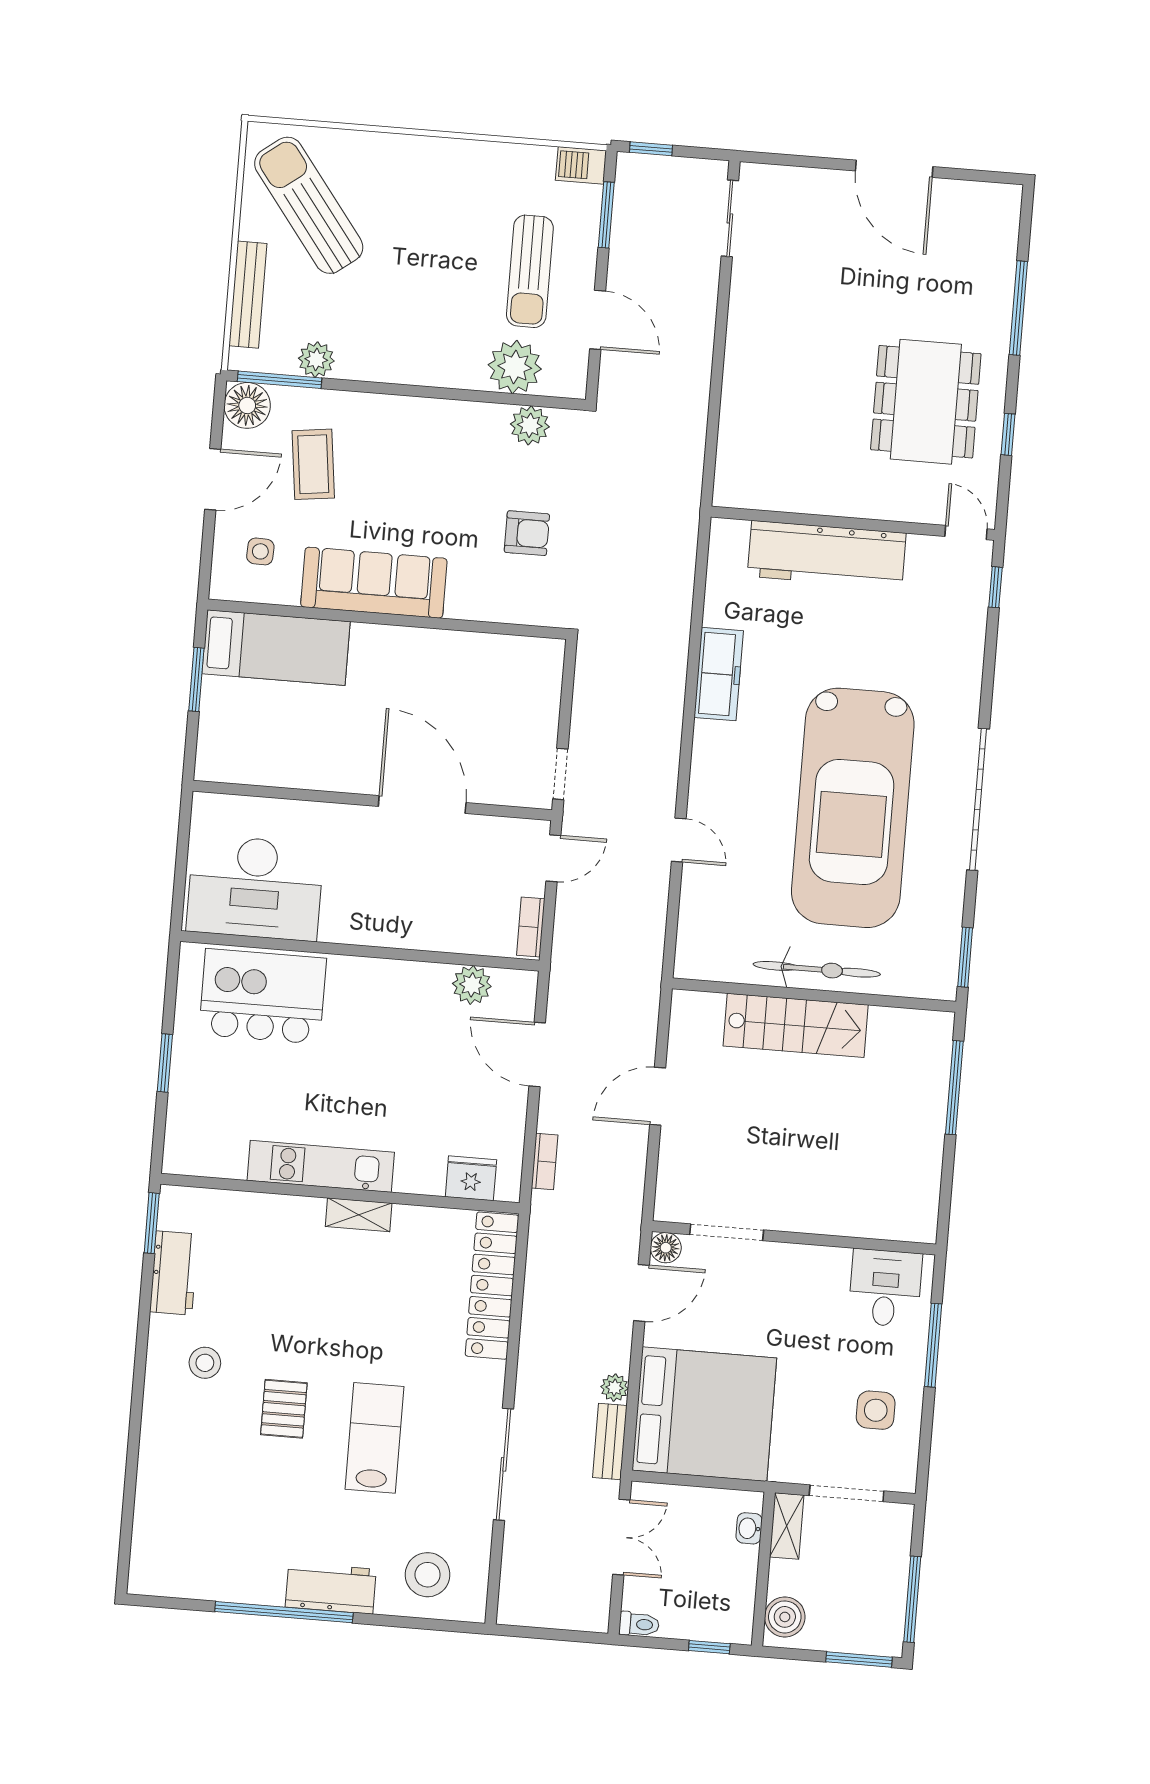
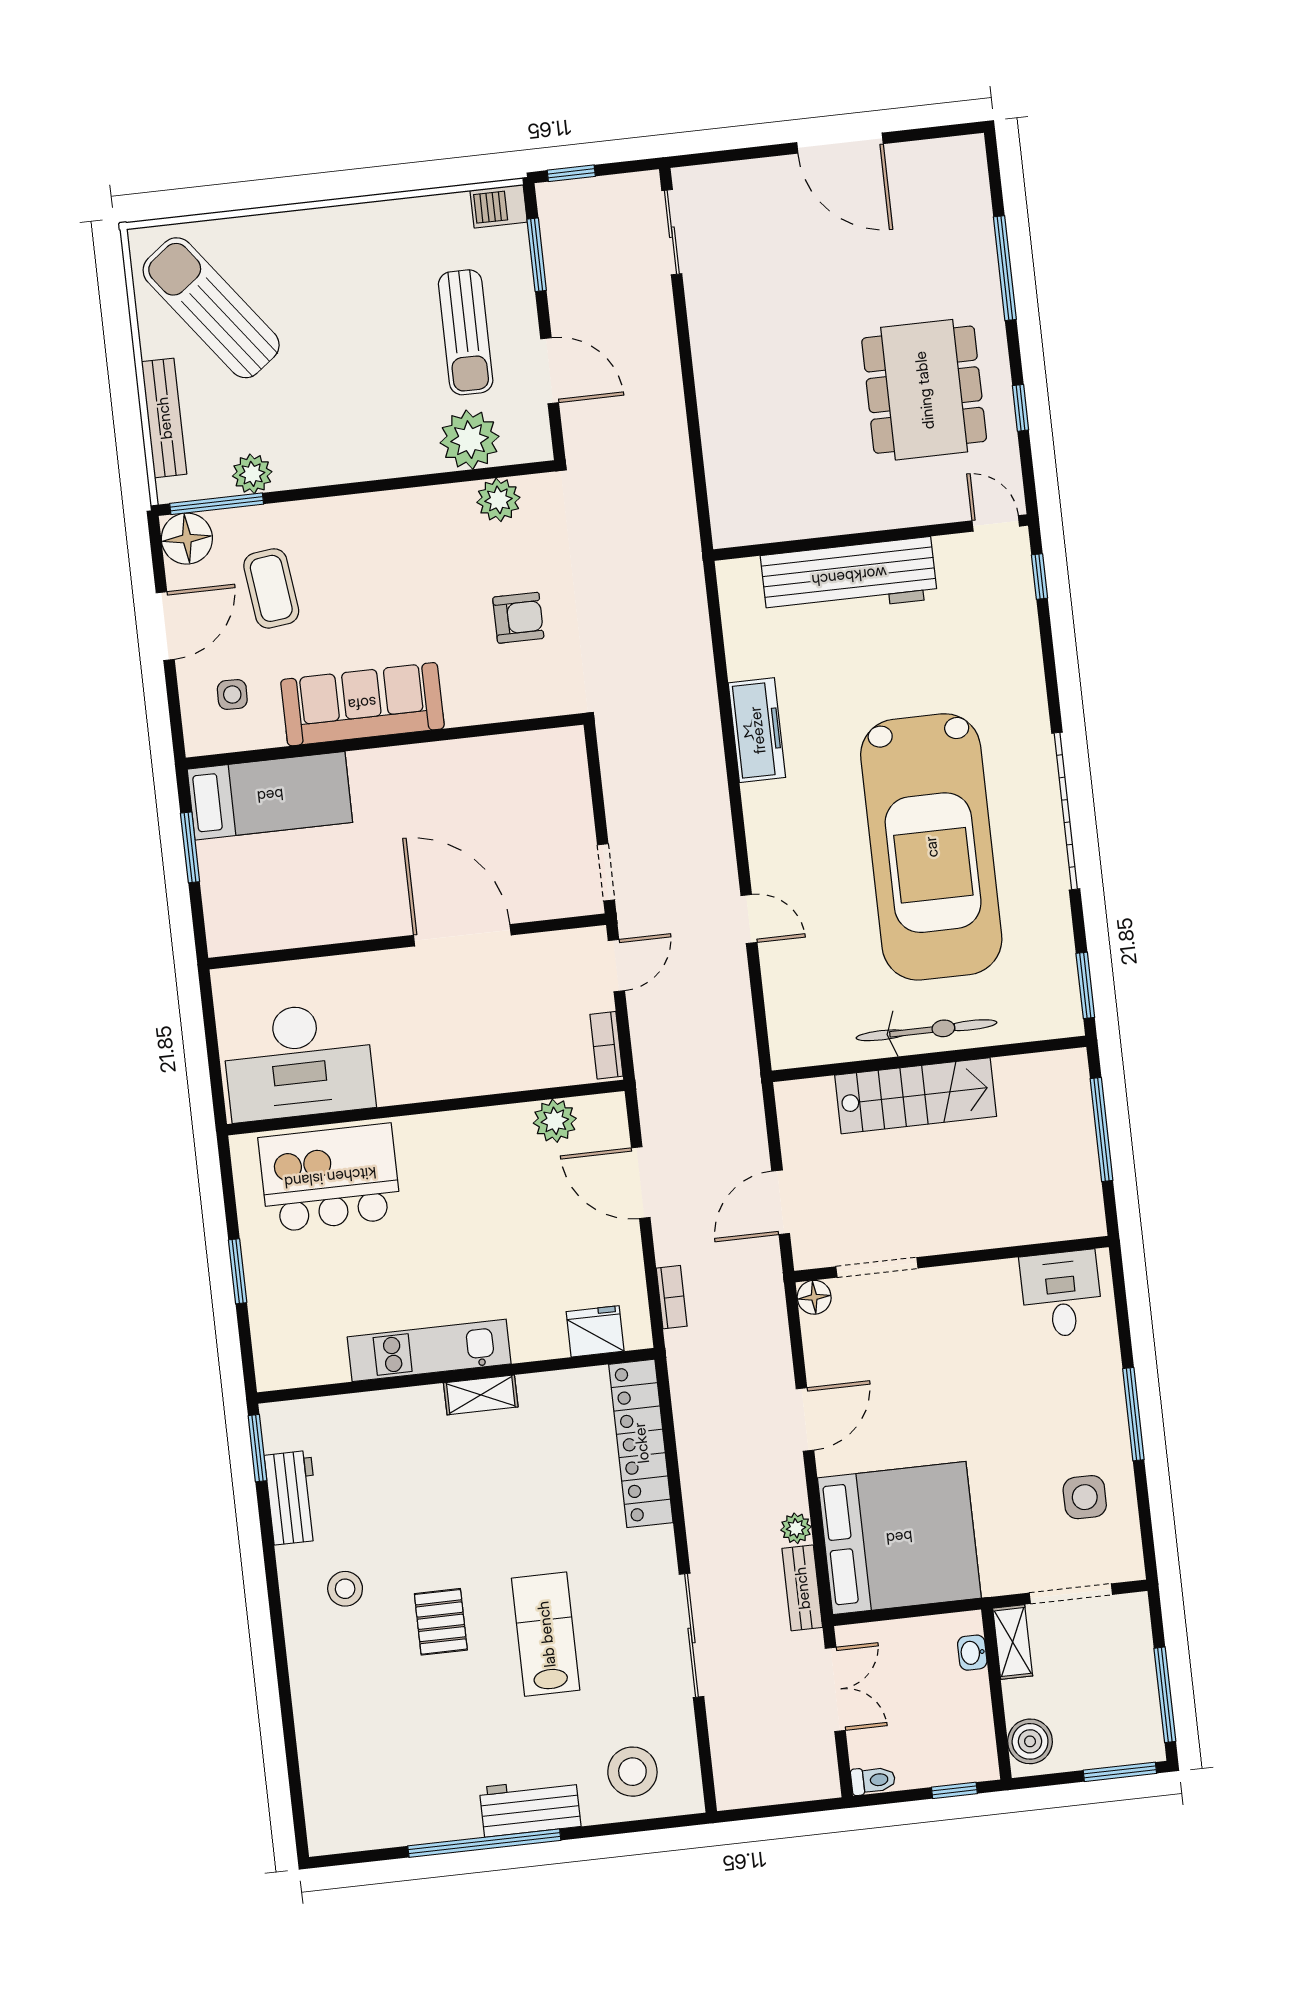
doorway: (727, 1232) -> (877, 1267), moved
wall: (794, 1238) -> (952, 1259), moved
floor lamp: (666, 1248) -> (814, 1297), moved
desk: (885, 1288) -> (1061, 1294), moved

